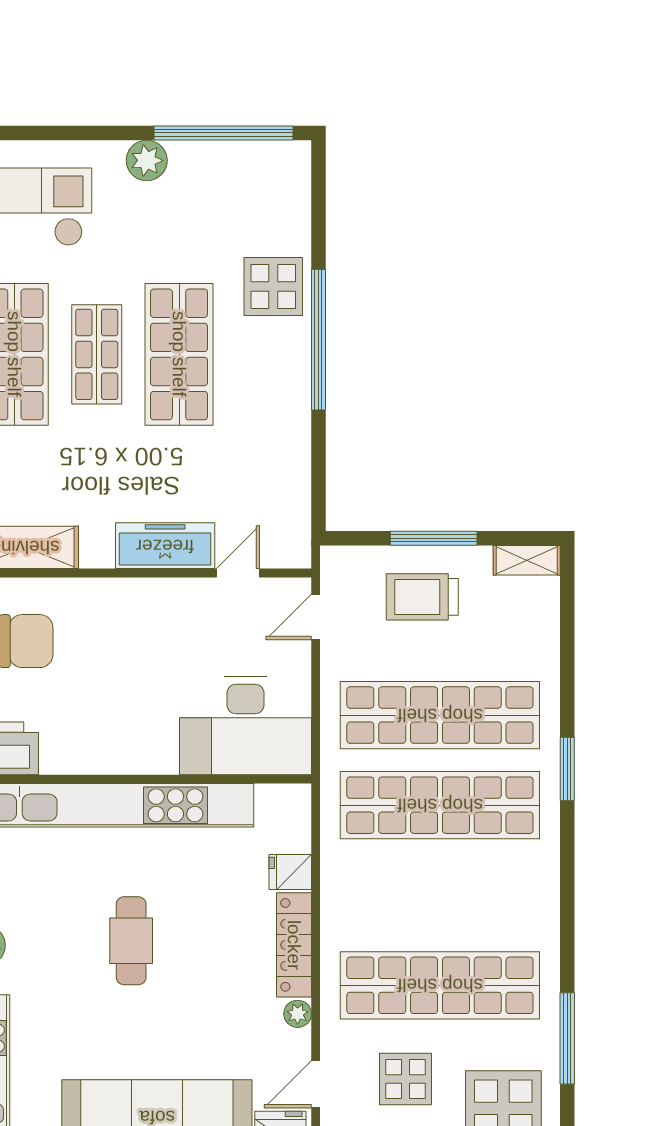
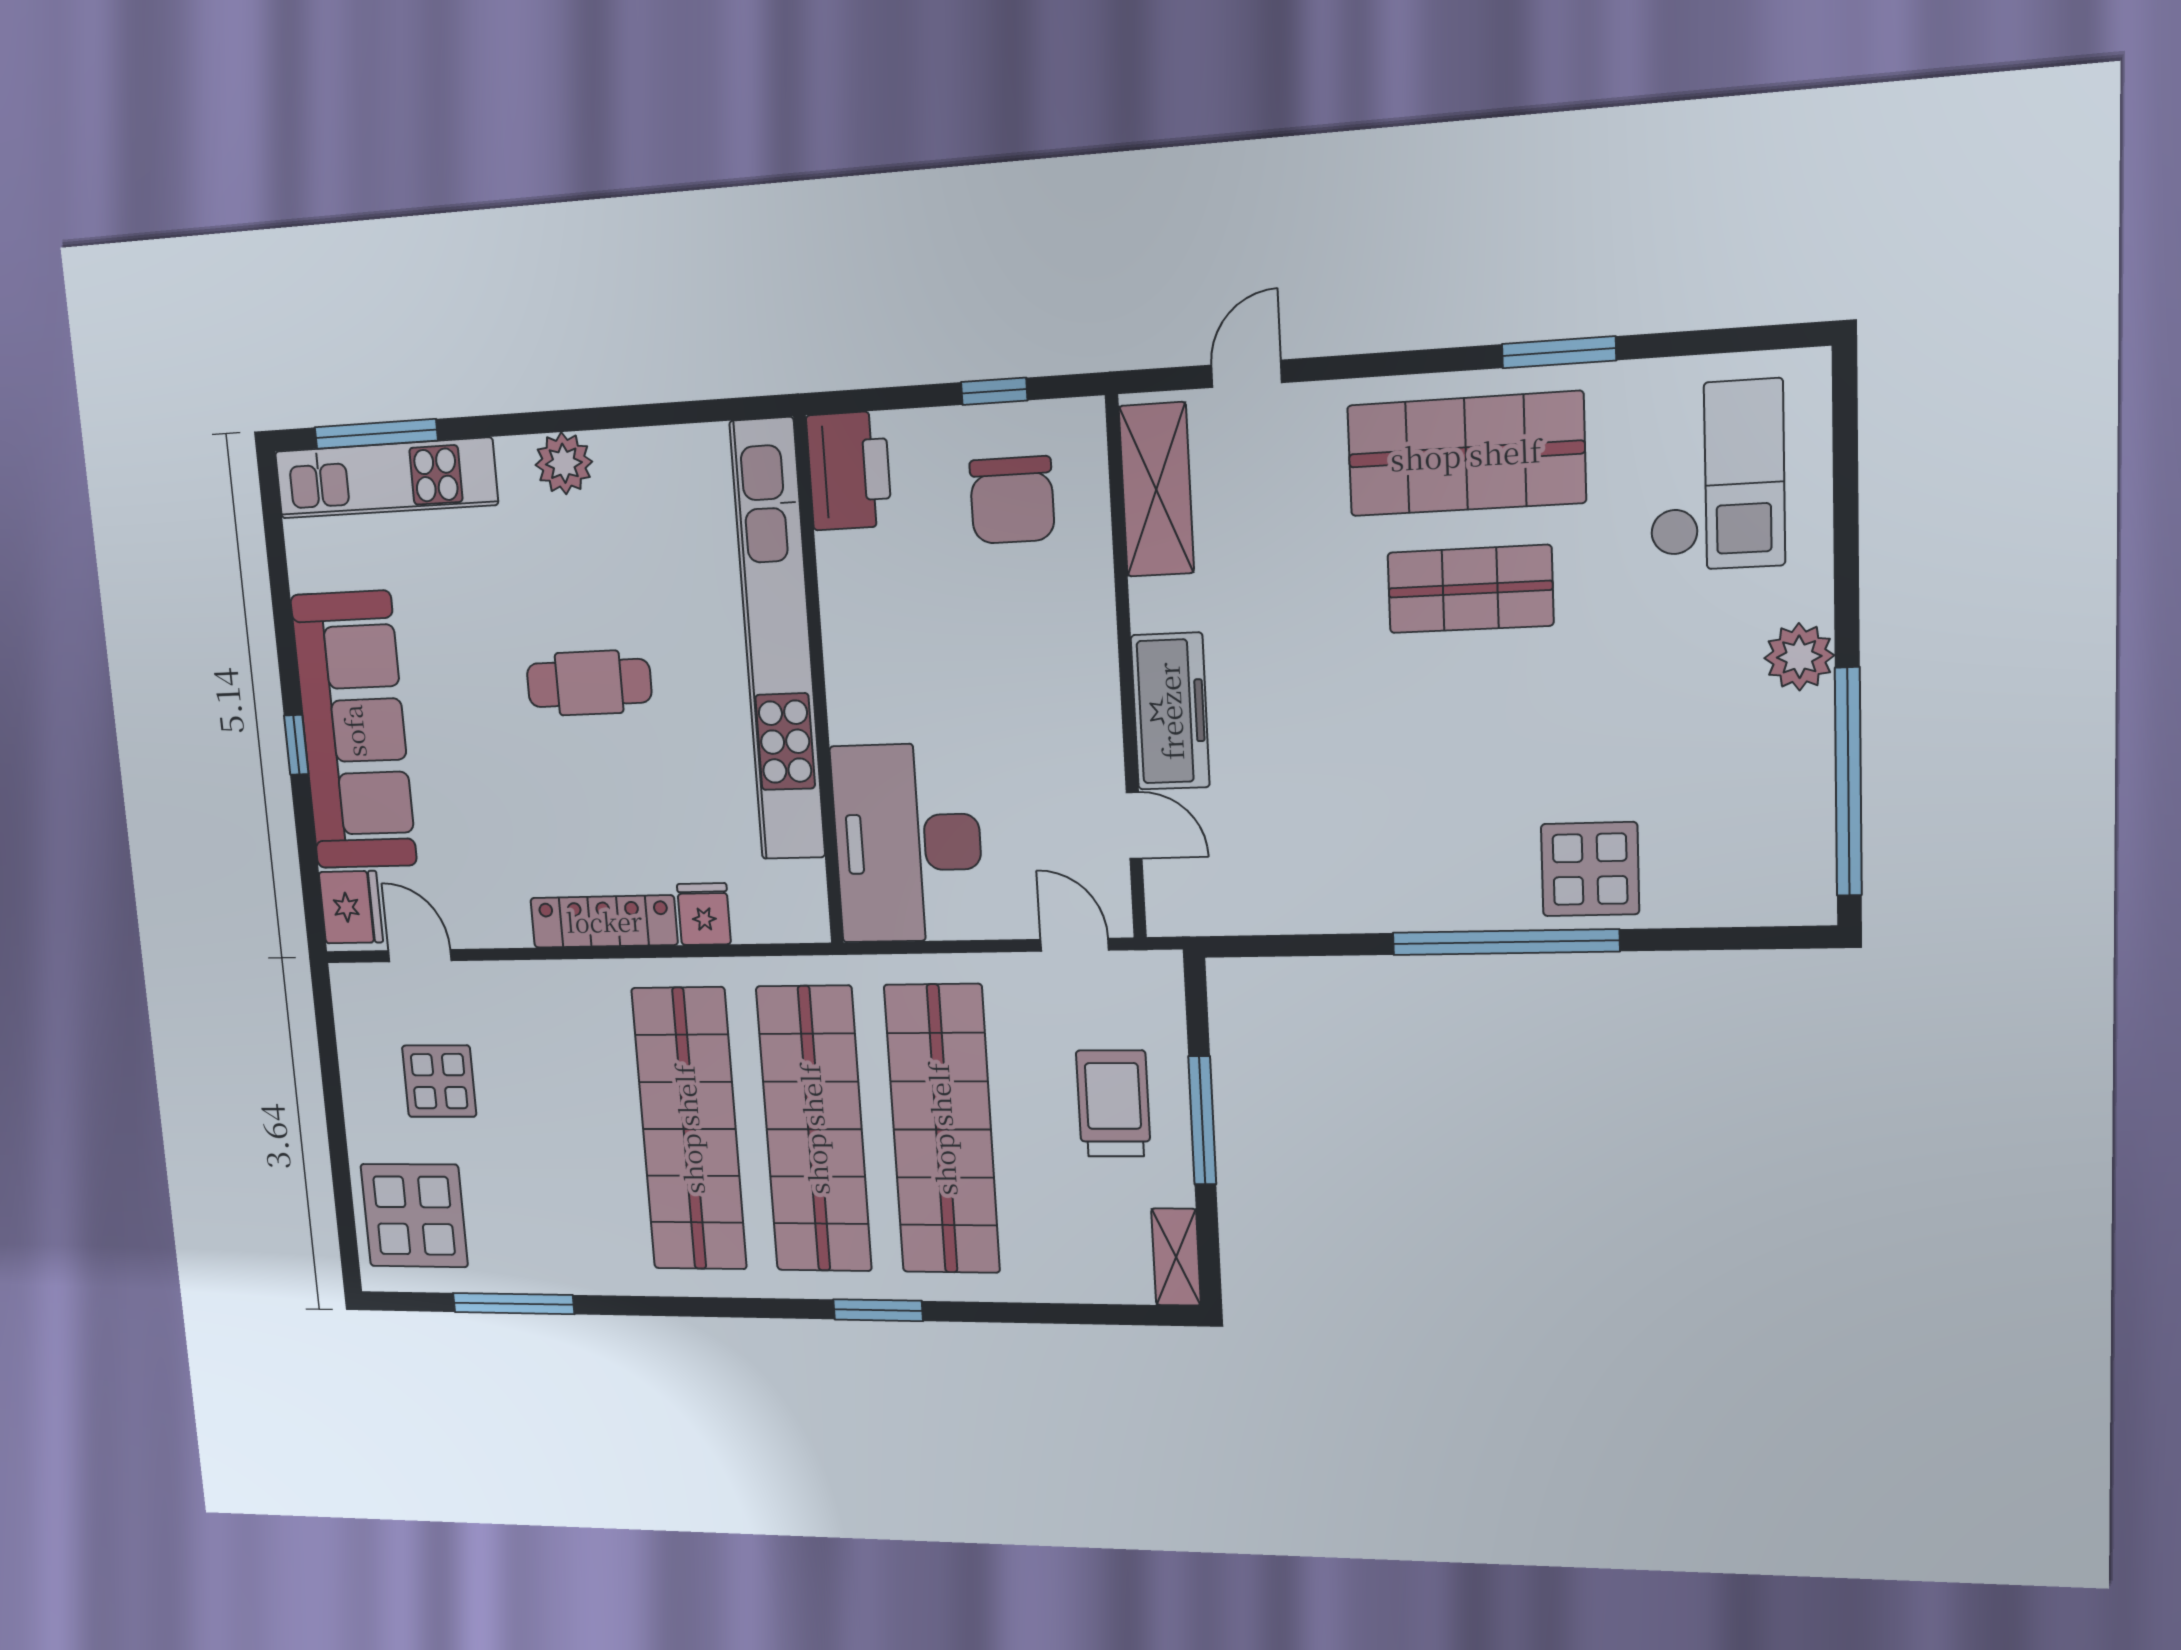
shop shelf: (179, 354) -> (1475, 722), removed
shop shelf: (440, 985) -> (689, 1129), moved
plant: (298, 1014) -> (511, 928), removed

